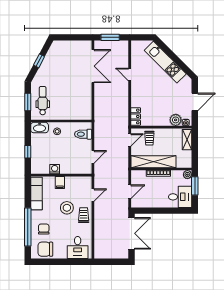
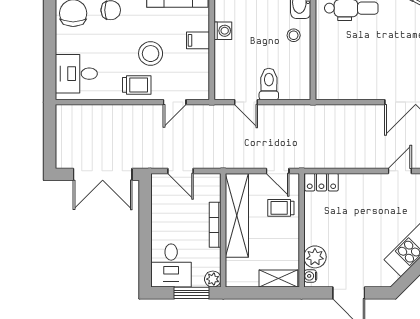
toilet: (83, 134) -> (269, 84), moved
door: (93, 195) -> (175, 102), hinge flipped

